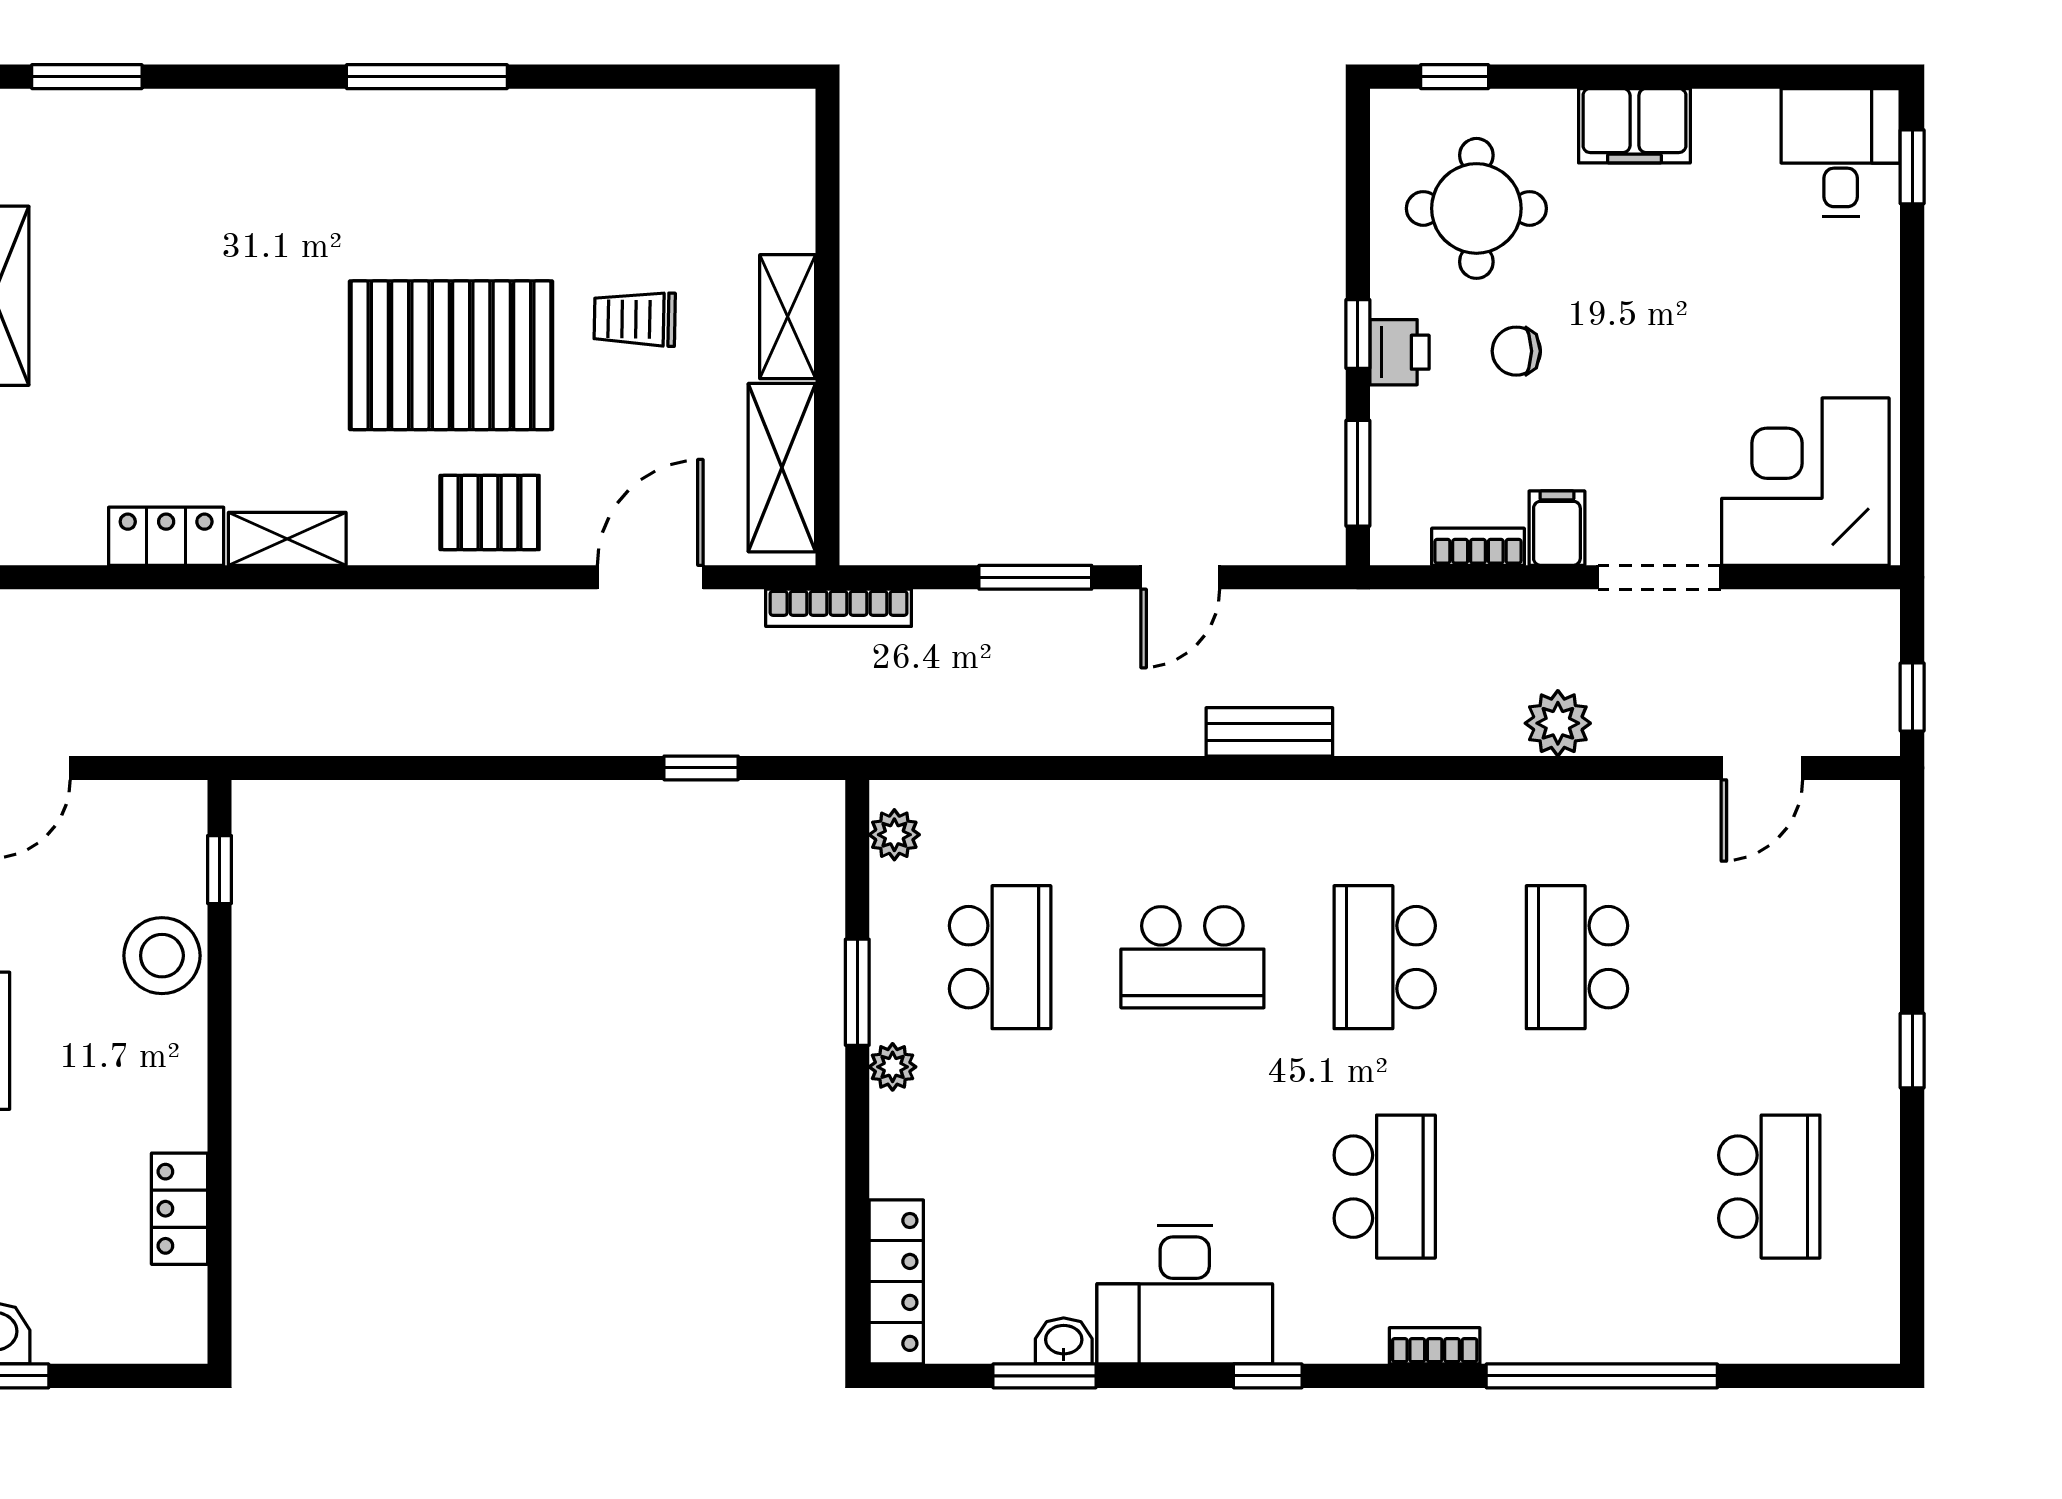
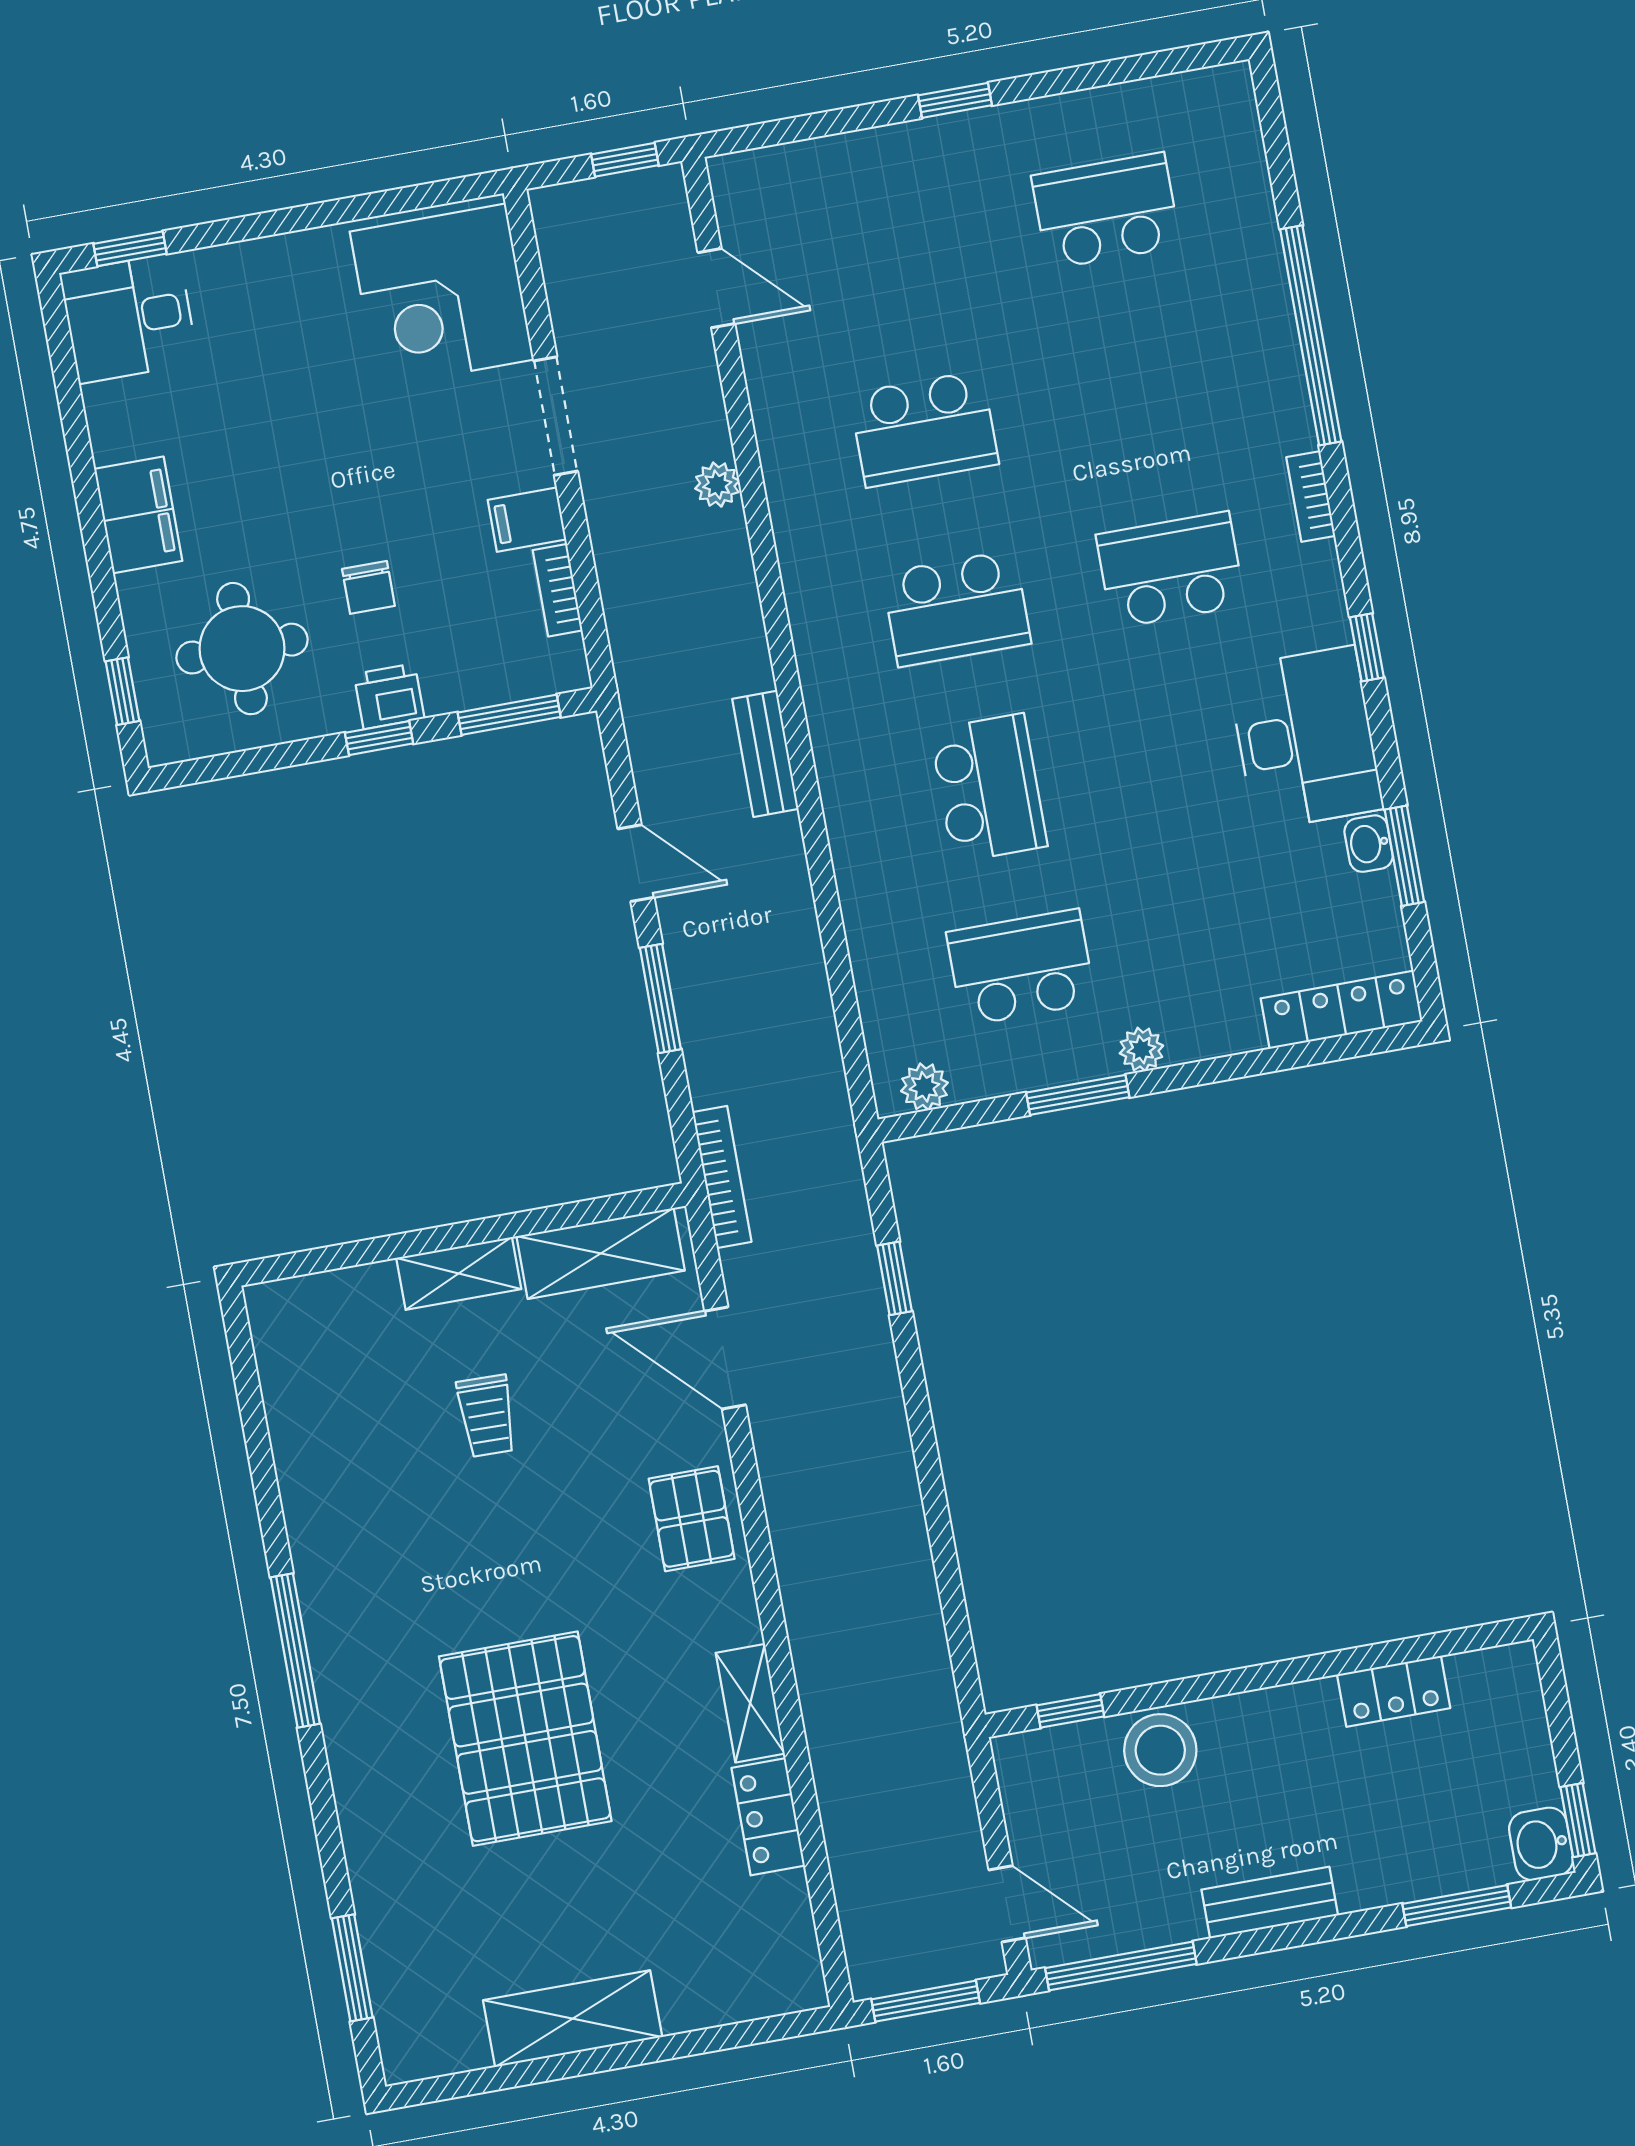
pallet: (451, 355) -> (525, 1739), moved
plant: (1558, 723) -> (717, 485), width x0.73, depth x0.73

